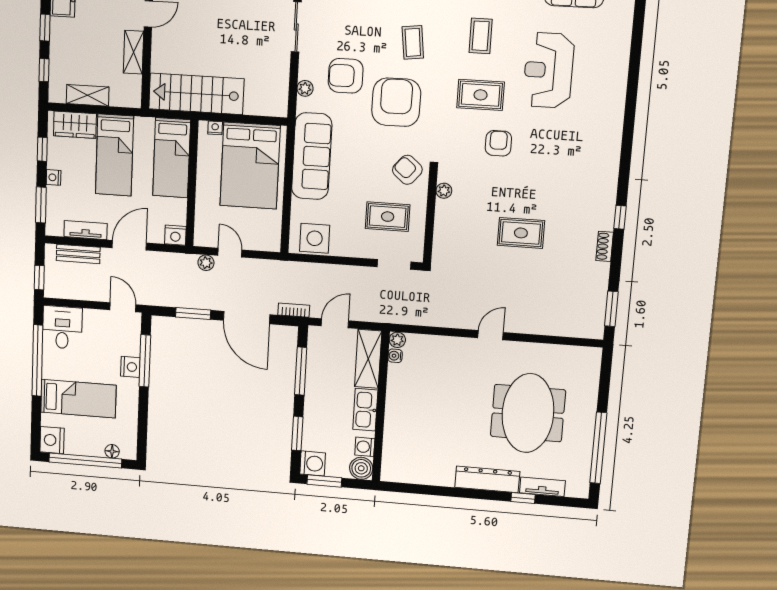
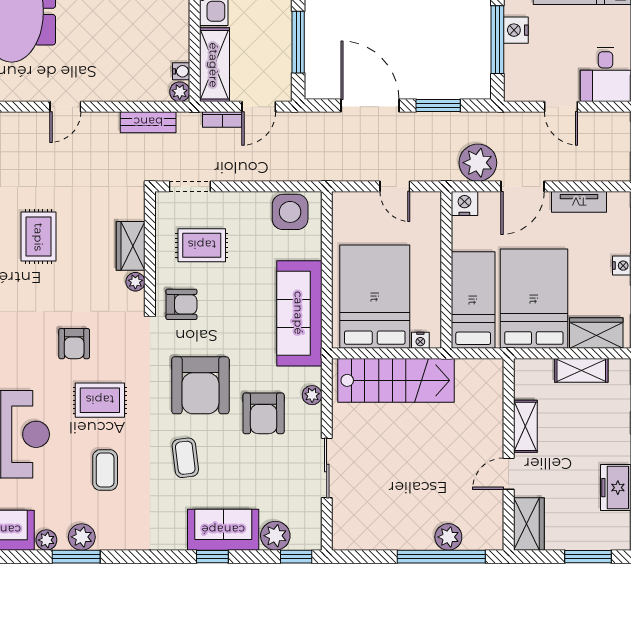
armchair: (346, 76) -> (264, 413), turned 90
stairs: (196, 94) -> (396, 380), moved
bed: (114, 155) -> (534, 299), width x1.50
armchair: (407, 170) -> (181, 304), turned -40
wardrobe: (446, 220) -> (131, 246), added
rug: (521, 233) -> (39, 237), turned 90
bench: (78, 254) -> (148, 122), moved
plant: (206, 263) -> (478, 163), moved, width x1.87, depth x1.87
door: (123, 307) -> (561, 107), moved
bookcase: (294, 310) -> (222, 120), moved

